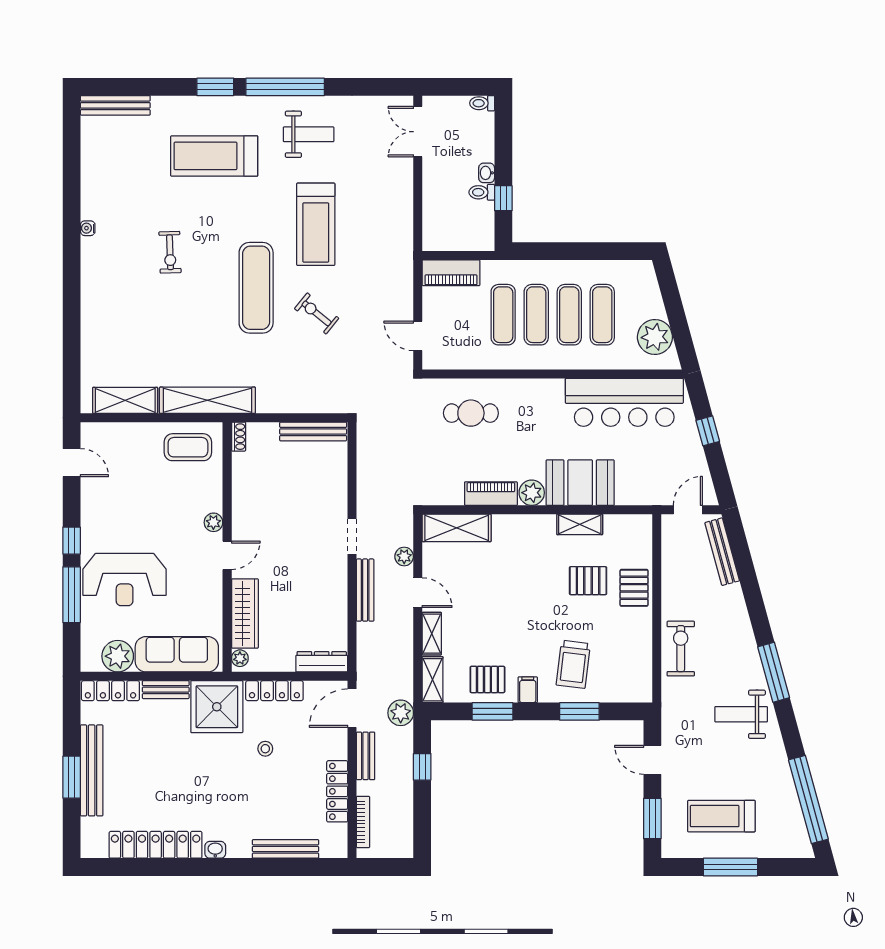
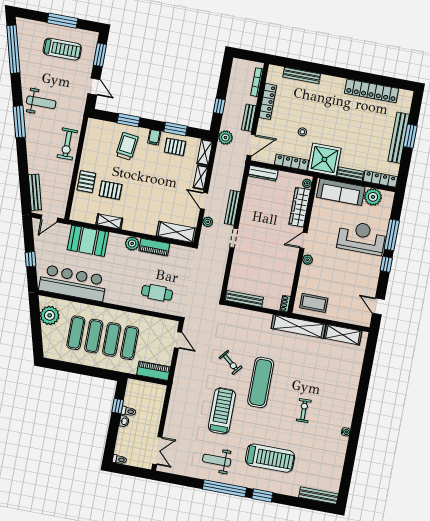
booth: (580, 483) -> (88, 241), moved
washbasin: (215, 850) -> (340, 82), removed

